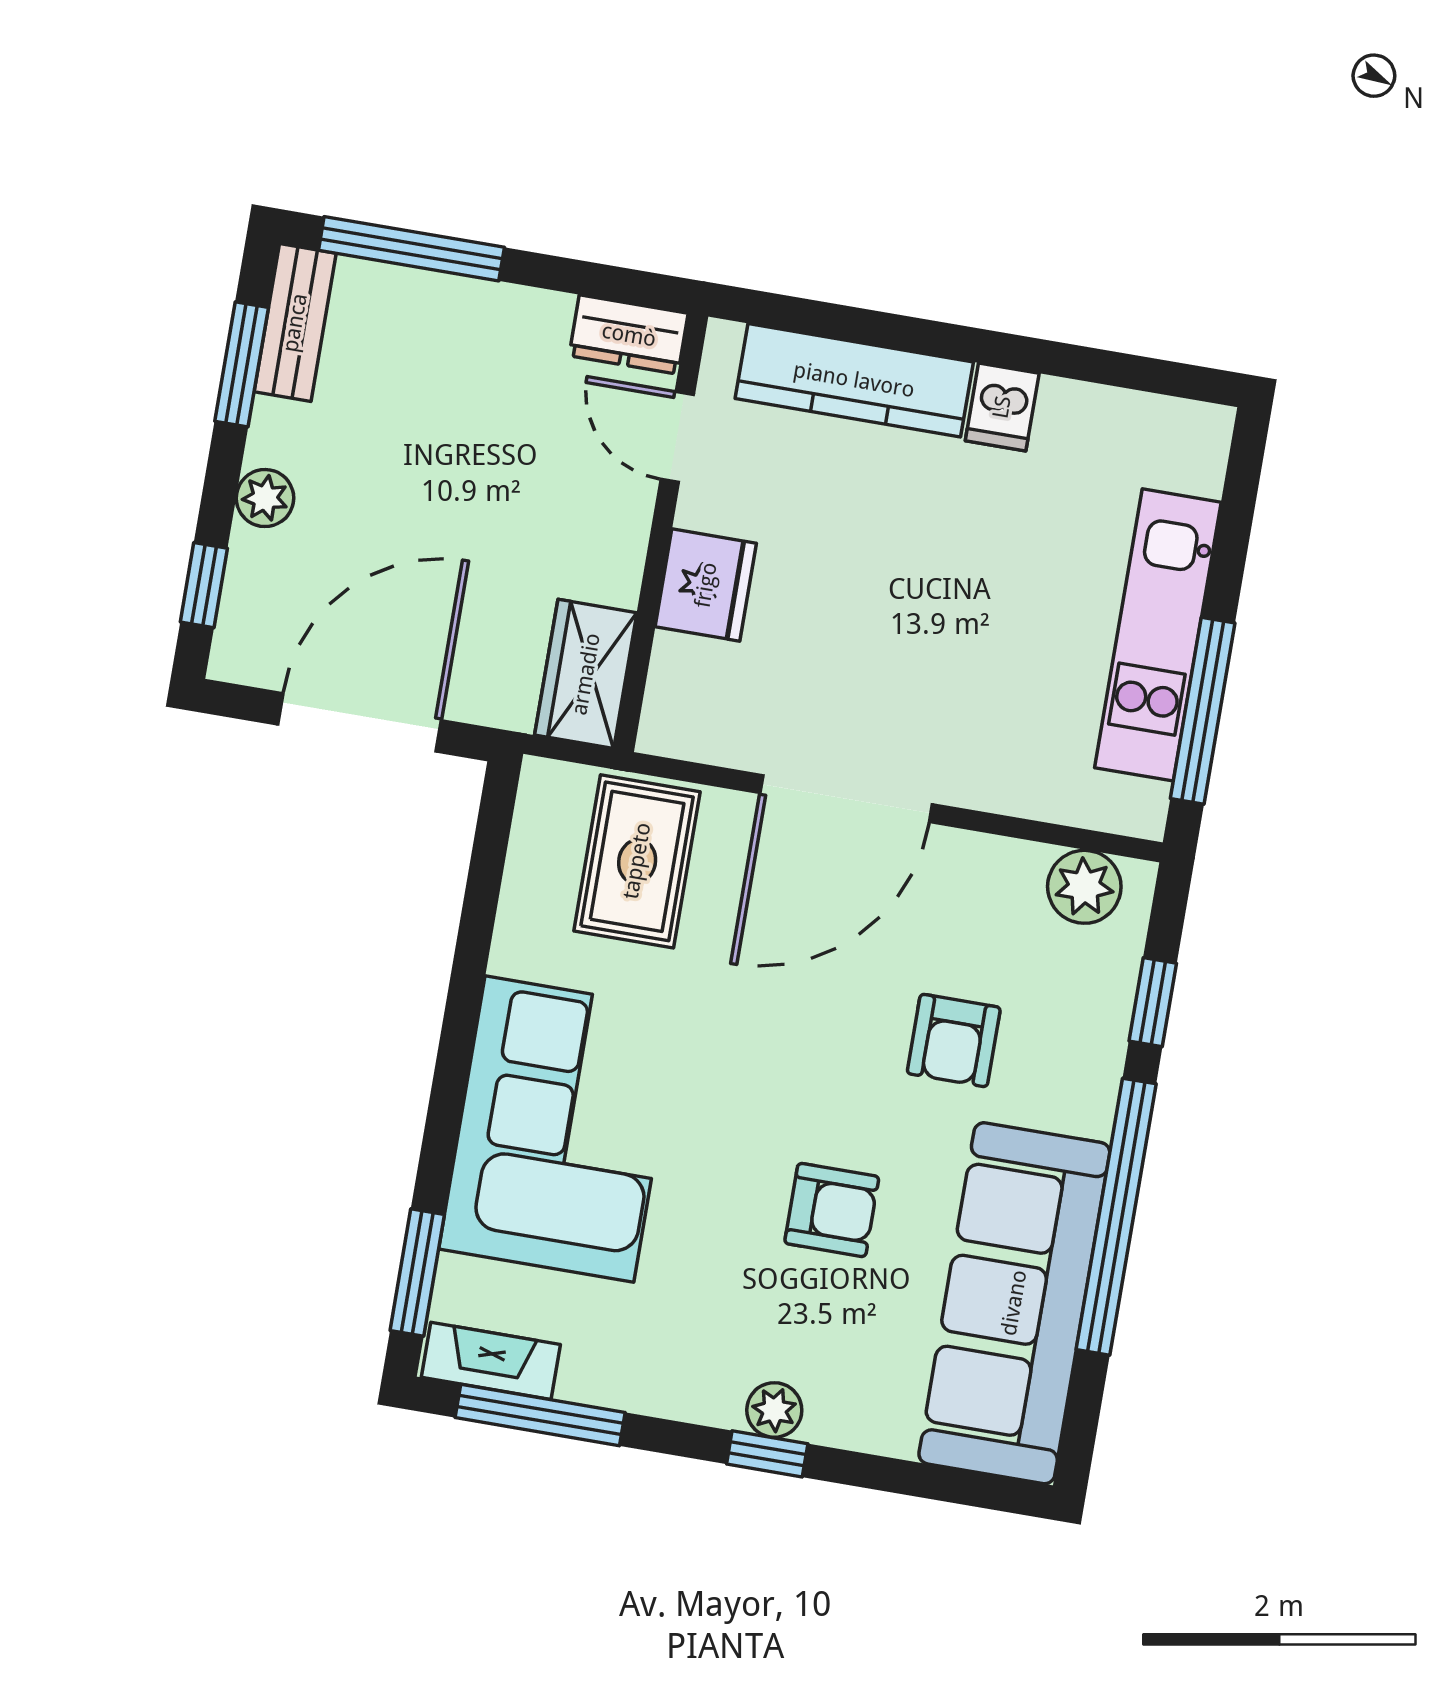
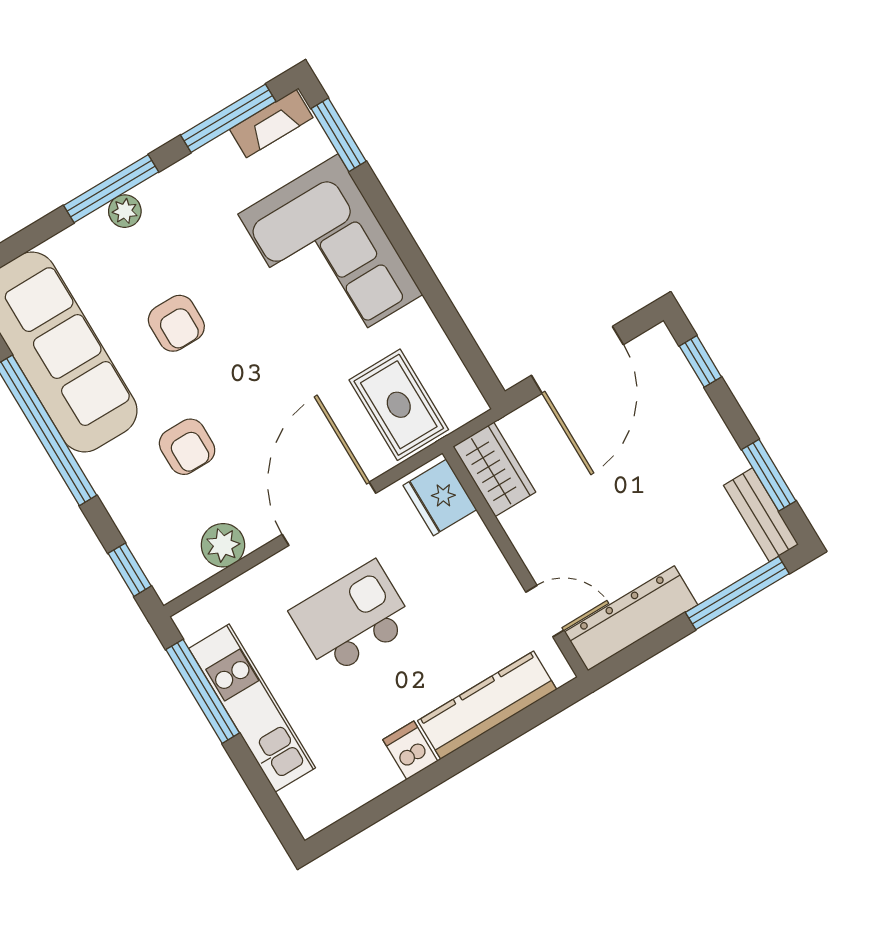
dresser: (629, 335) -> (631, 618), width x1.96, depth x1.24
plant: (265, 498) -> (707, 424), removed
fridge: (706, 585) -> (440, 498), moved
kitchen island: (931, 640) -> (352, 618), added
plant: (1084, 887) -> (223, 545), moved
window: (1153, 1002) -> (130, 570), moved
armchair: (954, 1040) -> (187, 447), turned 180
armchair: (832, 1210) -> (176, 323), turned -90
window: (767, 1454) -> (111, 189), width x2.17

